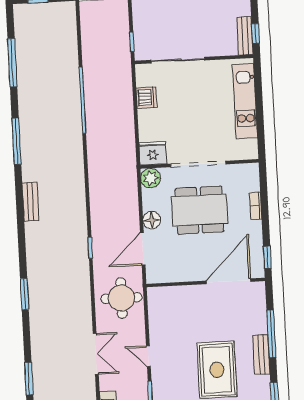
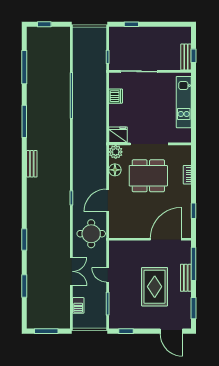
floor lamp: (152, 220) -> (115, 170), moved
door: (229, 281) -> (166, 239), moved
wall: (206, 282) -> (150, 239), moved
window: (24, 294) -> (24, 239), moved

